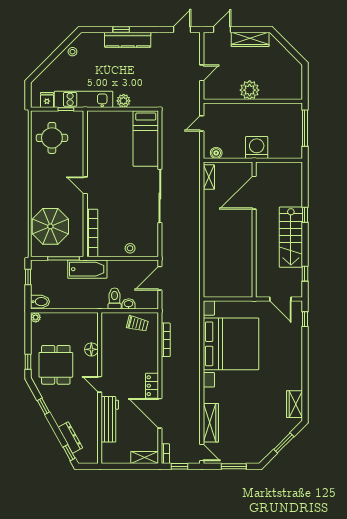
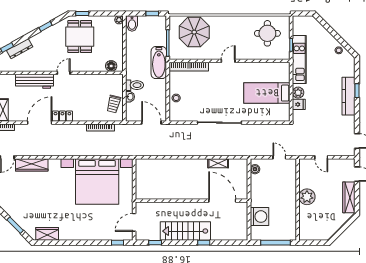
fridge: (47, 100) -> (299, 104), moved
bed: (146, 139) -> (267, 93), moved
washing machine: (257, 148) -> (259, 217), moved
shelving: (209, 177) -> (218, 163), moved
floor lamp: (91, 349) -> (111, 66), moved
dining table: (56, 365) -> (80, 37), turned 90

